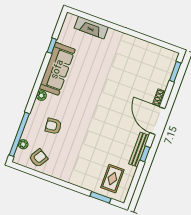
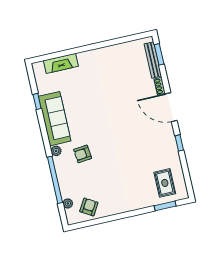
armchair: (53, 126) -> (83, 154), moved
window: (19, 134) -> (55, 180), moved
bench: (139, 150) -> (153, 60), moved

